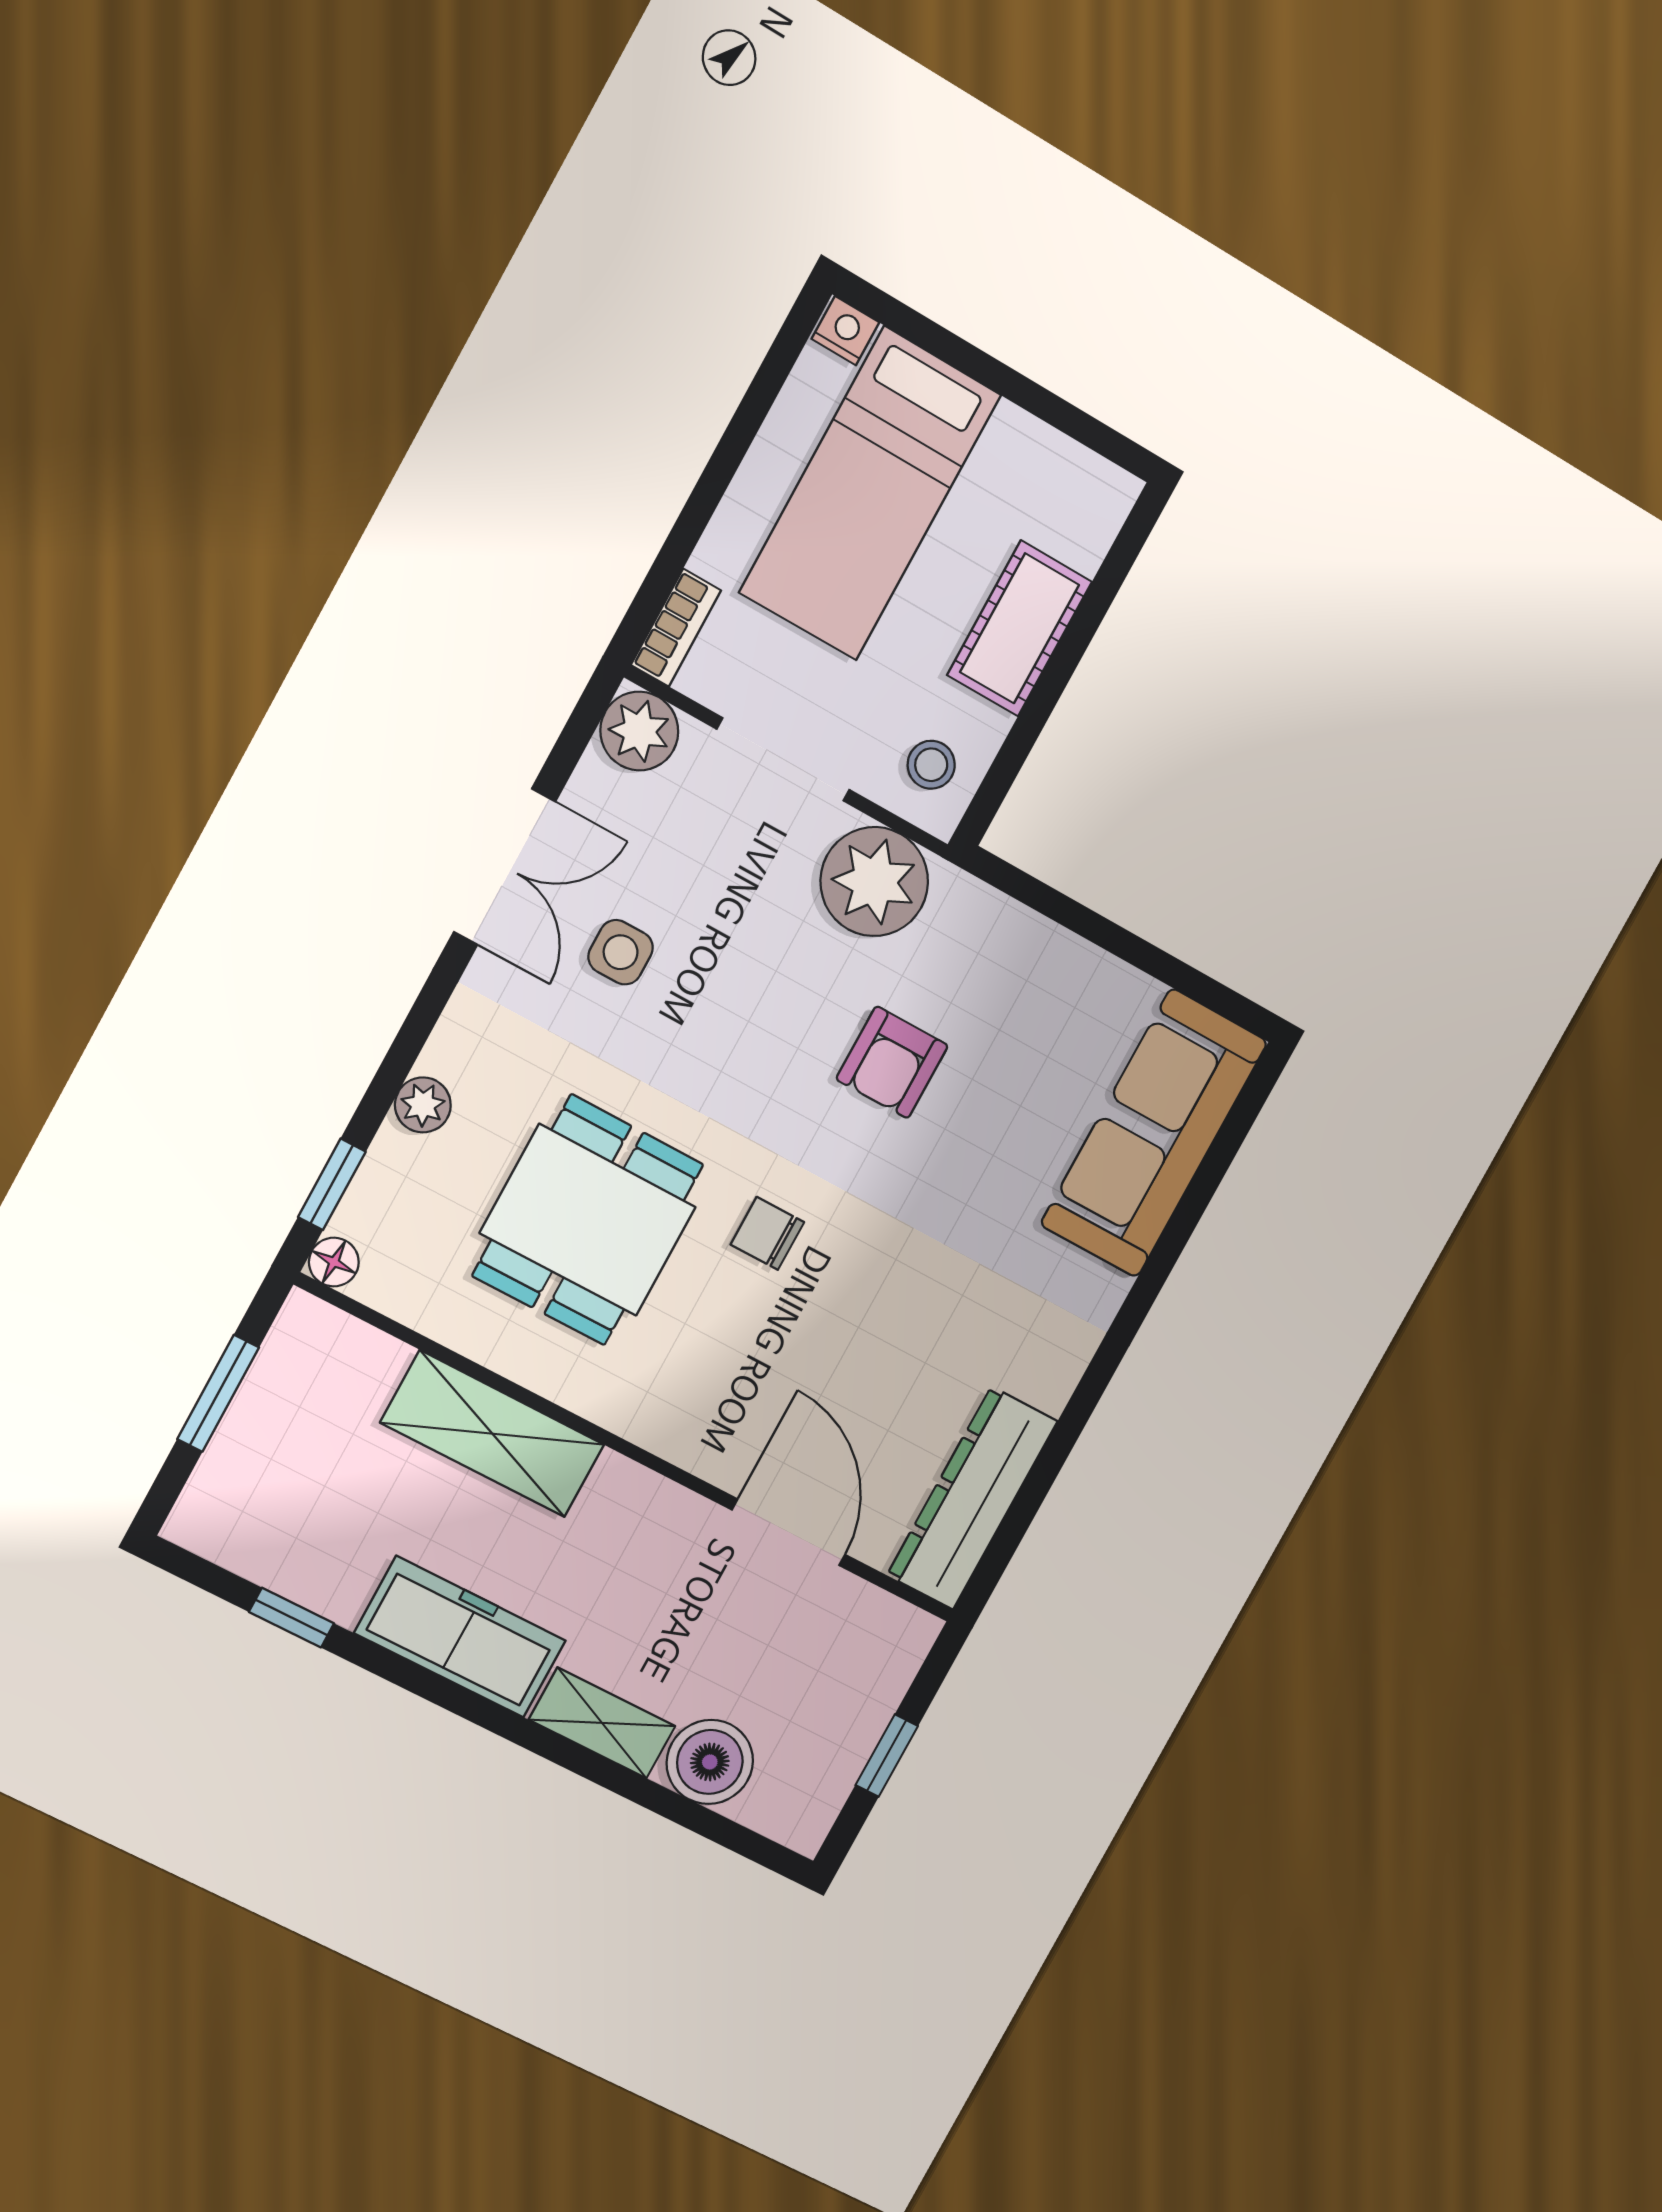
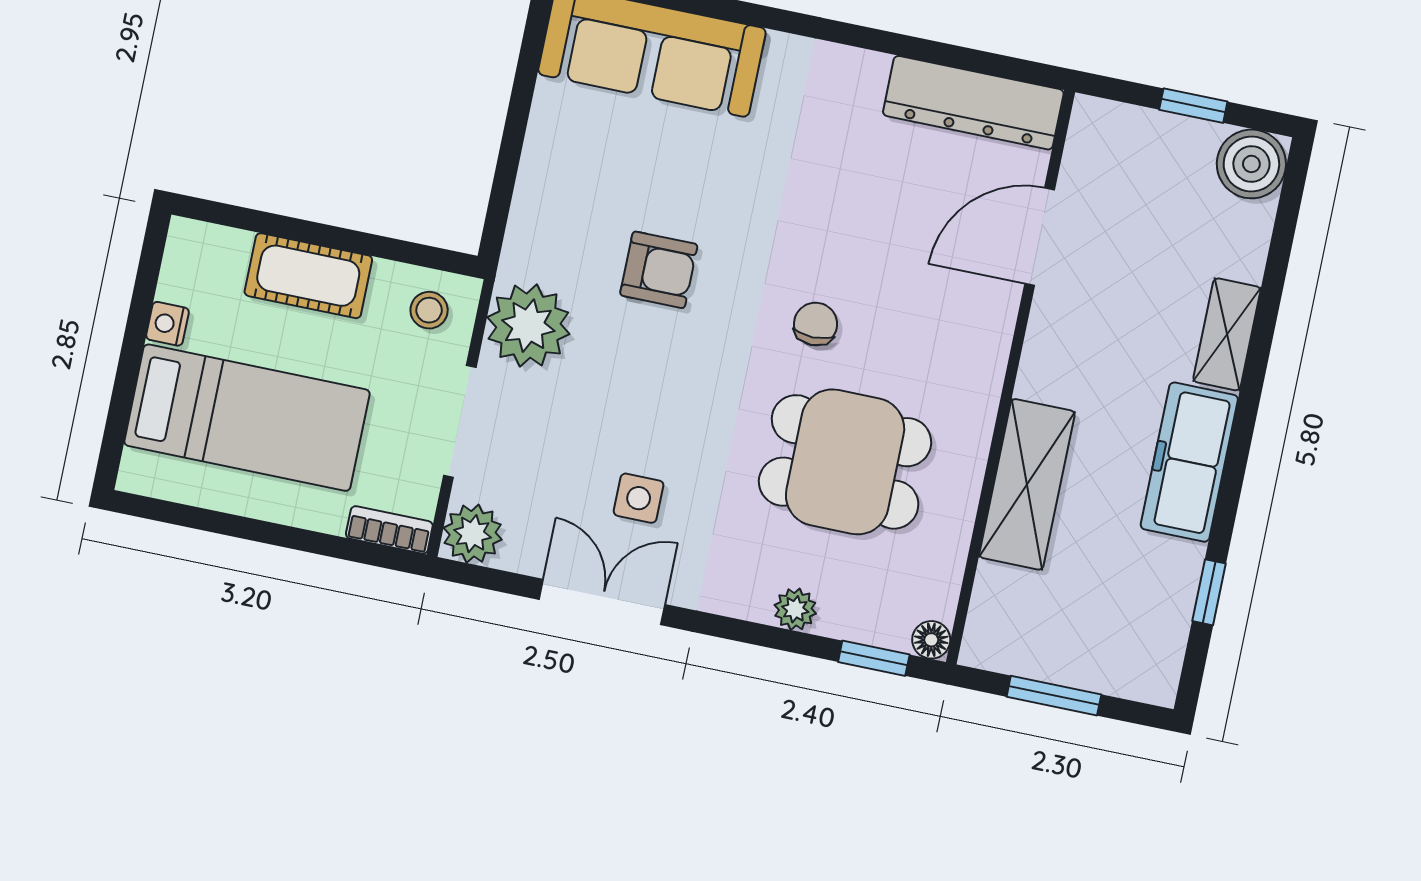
nightstand: (845, 331) -> (167, 324), moved
chair: (767, 1233) -> (816, 324), turned 180
boiler: (710, 1762) -> (1251, 164), moved

